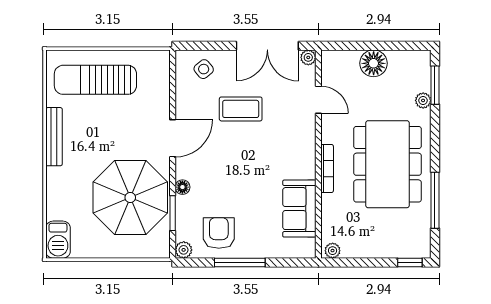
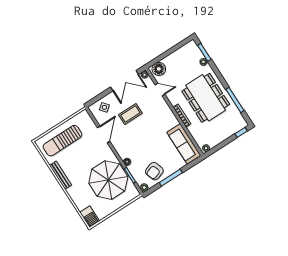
floor lamp: (374, 63) -> (159, 69), moved
door: (173, 138) -> (104, 134), moved
sofa: (299, 209) -> (184, 144), width x1.36
armchair: (219, 233) -> (154, 171), turned -109

